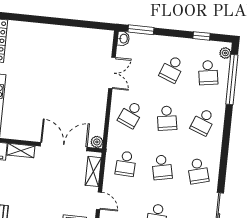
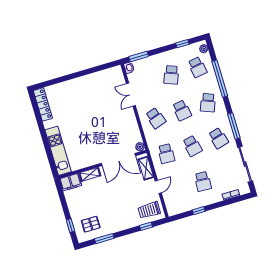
double door: (112, 73) -> (131, 95), swing flipped
window: (232, 80) -> (220, 79), moved
school desk: (131, 114) -> (156, 118), turned -42
double door: (64, 147) -> (118, 159), swing flipped
window: (223, 164) -> (234, 126), added
door: (99, 201) -> (158, 187), hinge flipped

